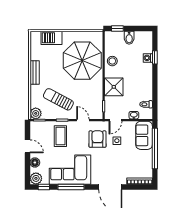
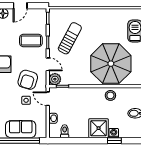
bench: (35, 73) -> (98, 13), removed
shower: (114, 87) -> (99, 128), moved
plant: (36, 113) -> (55, 79), moved
door: (83, 120) -> (48, 64), hinge flipped
sofa: (144, 135) -> (21, 129), moved
armchair: (97, 139) -> (28, 80), turned 108

